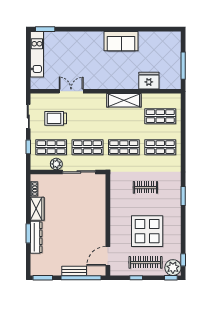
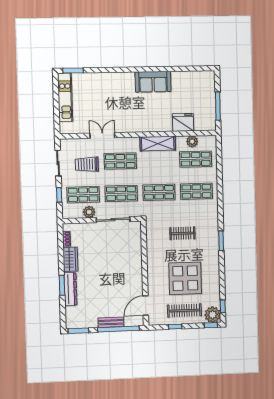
plant: (157, 99) -> (192, 141), added
shop shelf: (87, 116) -> (120, 161), added

